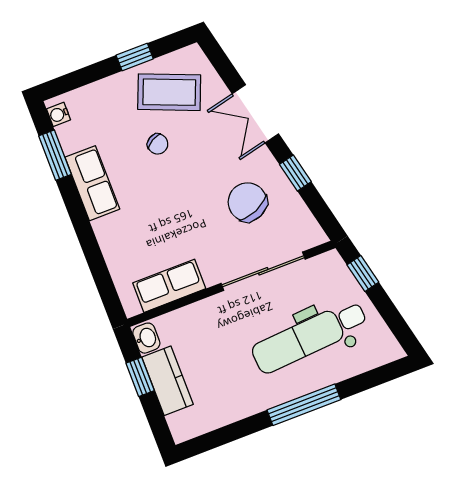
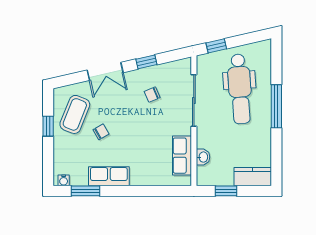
chair: (247, 202) -> (152, 95), width x0.54, depth x0.54
washbasin: (146, 338) -> (203, 157), moved, turned 90
kitchen counter: (168, 381) -> (253, 177), moved

